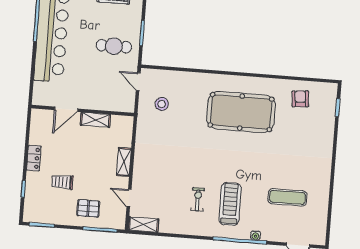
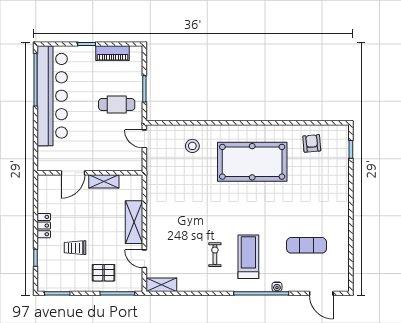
stool: (162, 104) -> (192, 146), moved
shelving: (124, 162) -> (134, 222), width x1.50, depth x1.33

